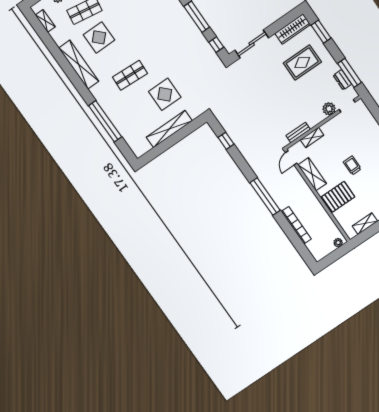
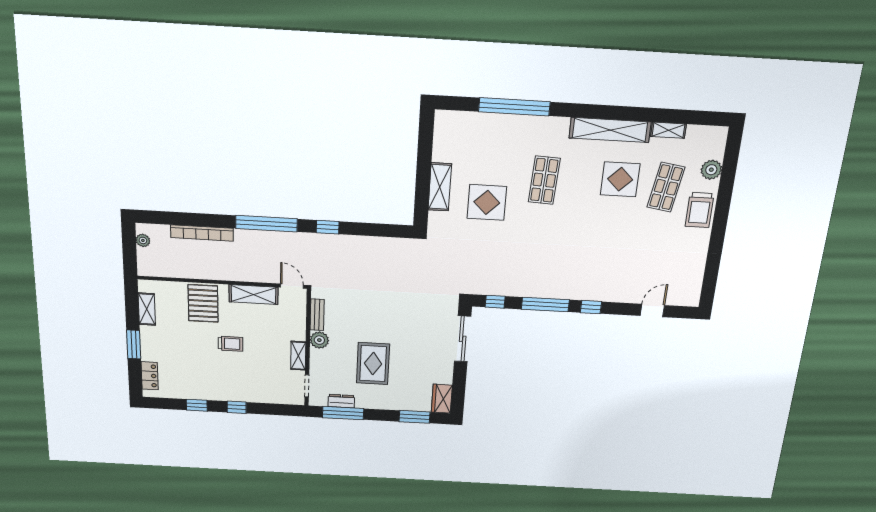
shelving: (45, 21) -> (668, 130), moved
wardrobe: (293, 29) -> (442, 399), width x0.67
rug: (302, 63) -> (373, 364), moved
plant: (329, 109) -> (319, 340), moved
shelving: (169, 129) -> (440, 187), width x0.68
shelving: (312, 137) -> (298, 356), moved
window: (226, 141) -> (328, 227), moved
plant: (338, 243) -> (143, 240), moved

